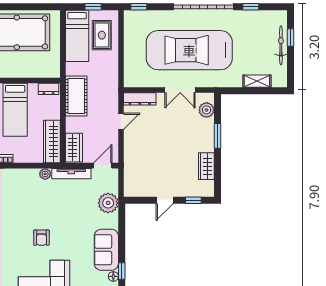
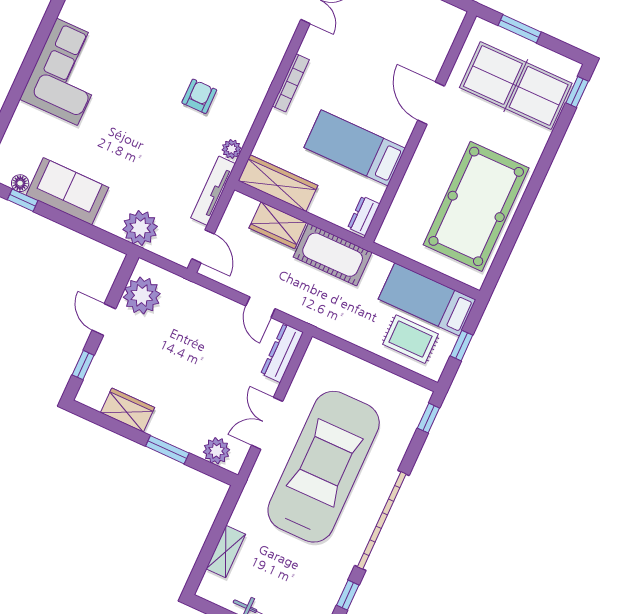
wardrobe: (74, 148) -> (278, 225), moved
plant: (143, 186) -> (142, 296), added
armchair: (41, 238) -> (199, 96), moved, turned 90

